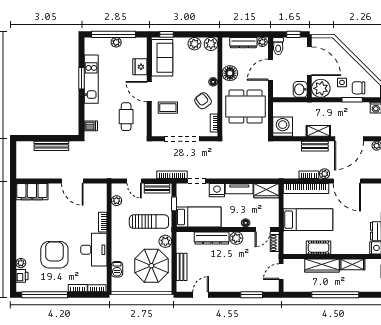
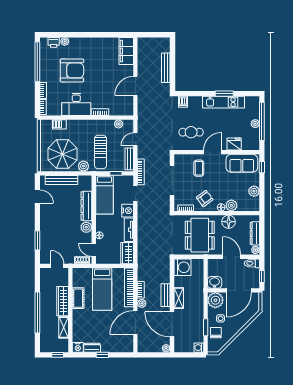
plant: (211, 44) -> (231, 205), moved
bench: (182, 267) -> (61, 180), width x1.36

